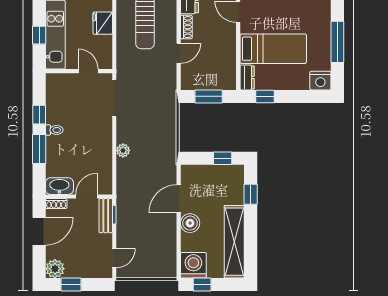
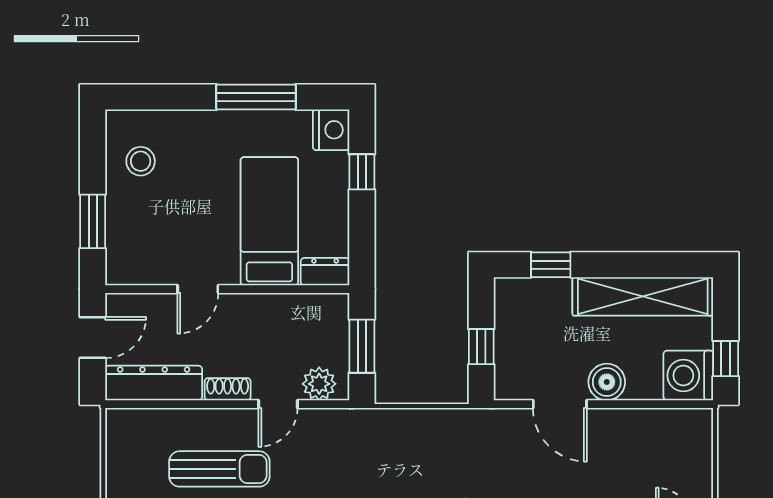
door: (179, 53) -> (278, 404), swing flipped
plant: (189, 74) -> (319, 384), added
window: (265, 96) -> (362, 172), moved
window: (223, 158) -> (481, 347), moved

